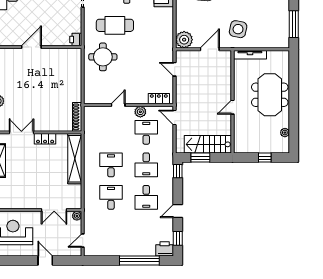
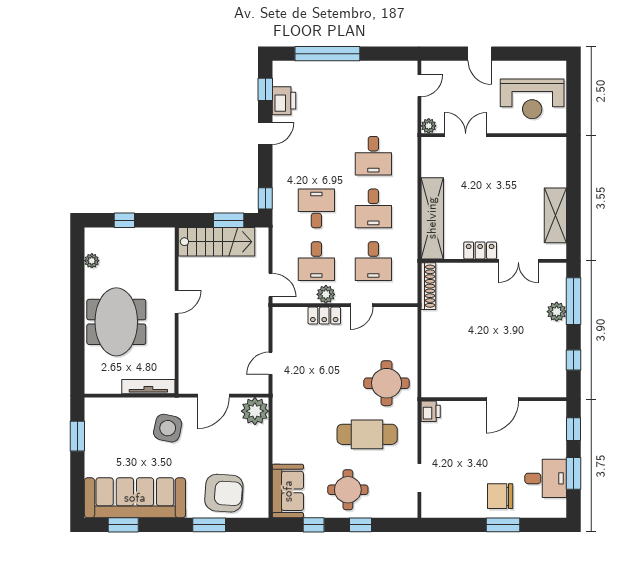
window: (294, 24) -> (77, 436), width x0.69
door: (175, 69) -> (270, 363), swing flipped
locker: (159, 99) -> (324, 316), moved
desk: (146, 197) -> (373, 261), moved, turned 180
printer: (165, 249) -> (284, 101), moved, turned -90

